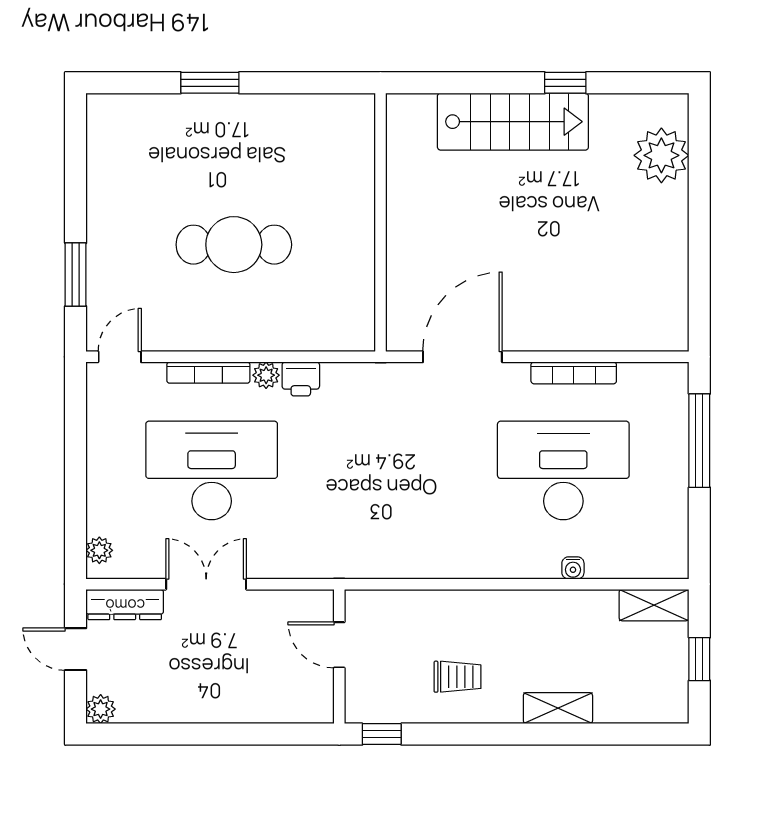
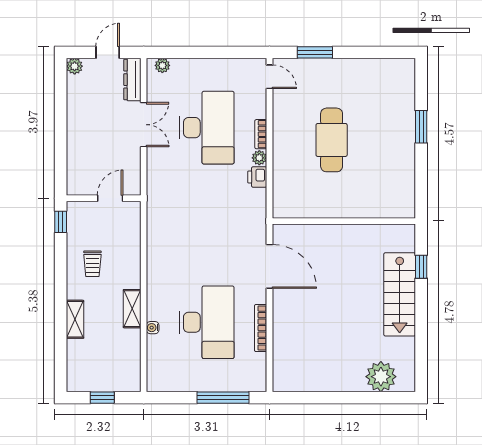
window: (565, 83) -> (421, 267), moved
bookcase: (208, 373) -> (261, 134), width x0.64
shelving: (654, 605) -> (132, 309), moved

